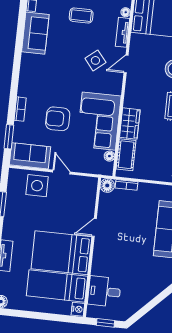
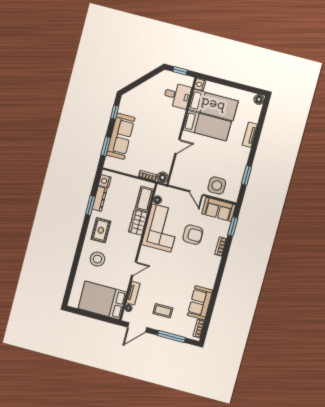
side table: (95, 60) -> (157, 275), removed
bed: (61, 253) -> (207, 126), width x0.67

